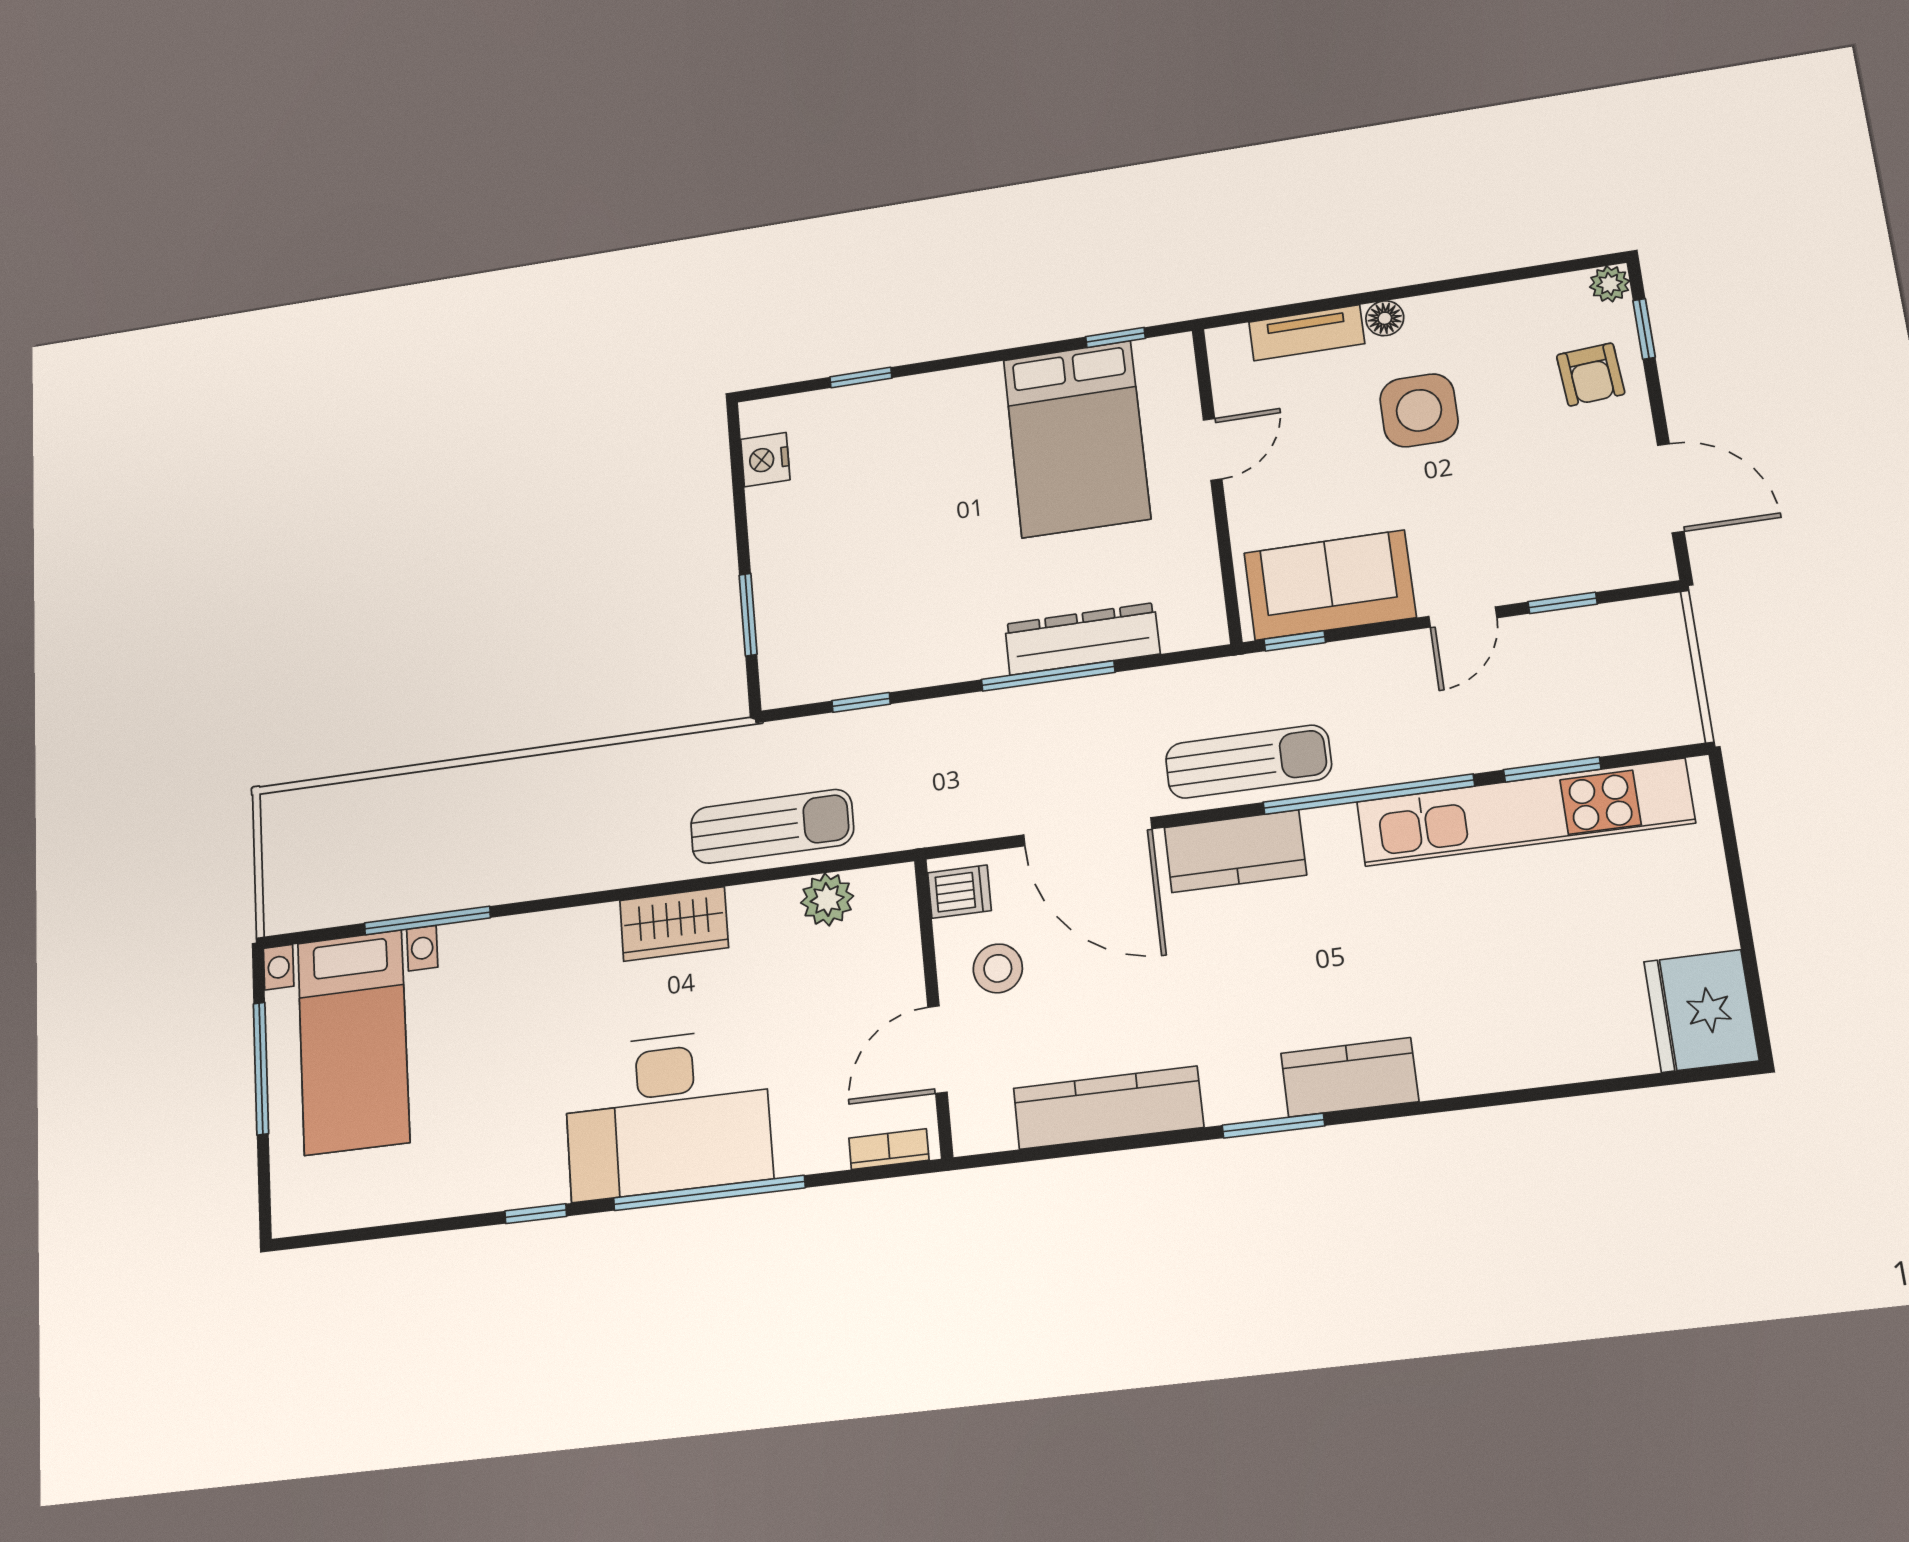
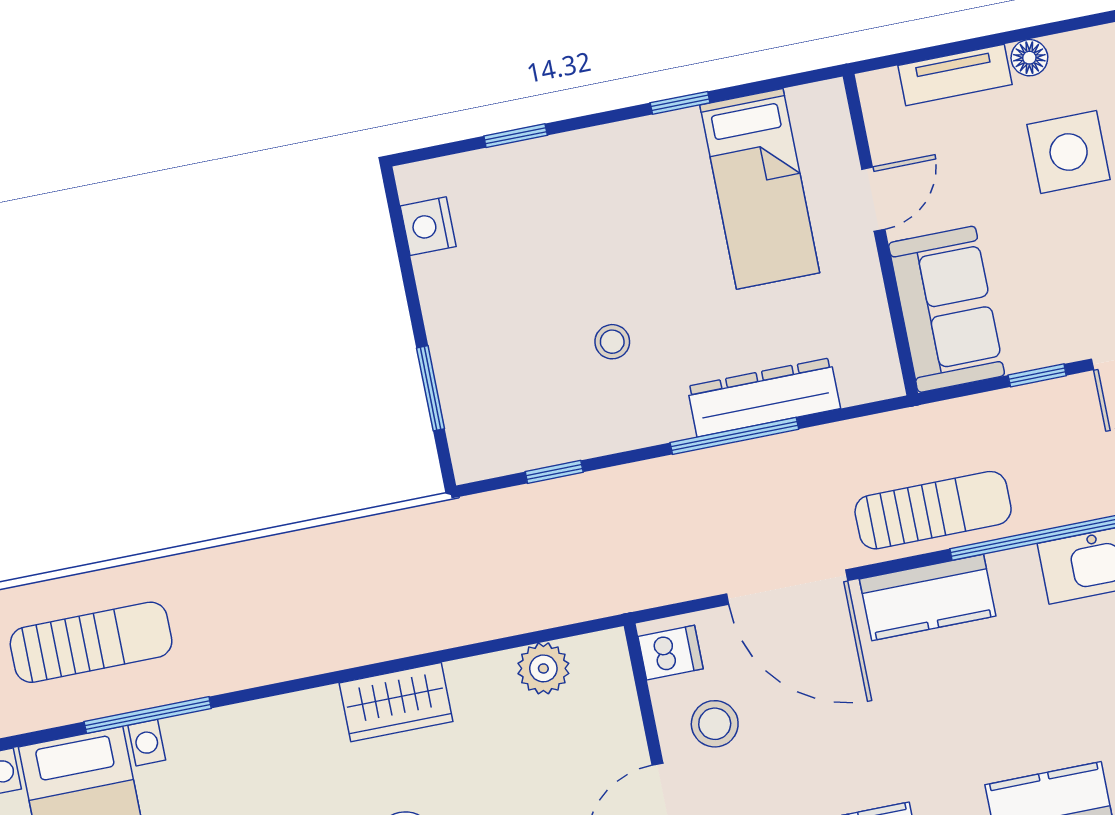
window: (1115, 337) -> (680, 103), moved
bed: (1077, 439) -> (760, 189), width x0.67
stool: (934, 577) -> (612, 342), added
sofa: (1330, 585) -> (947, 309), moved, turned 90
window: (1295, 641) -> (1037, 375), moved
sun lounger: (772, 826) -> (91, 642), moved

